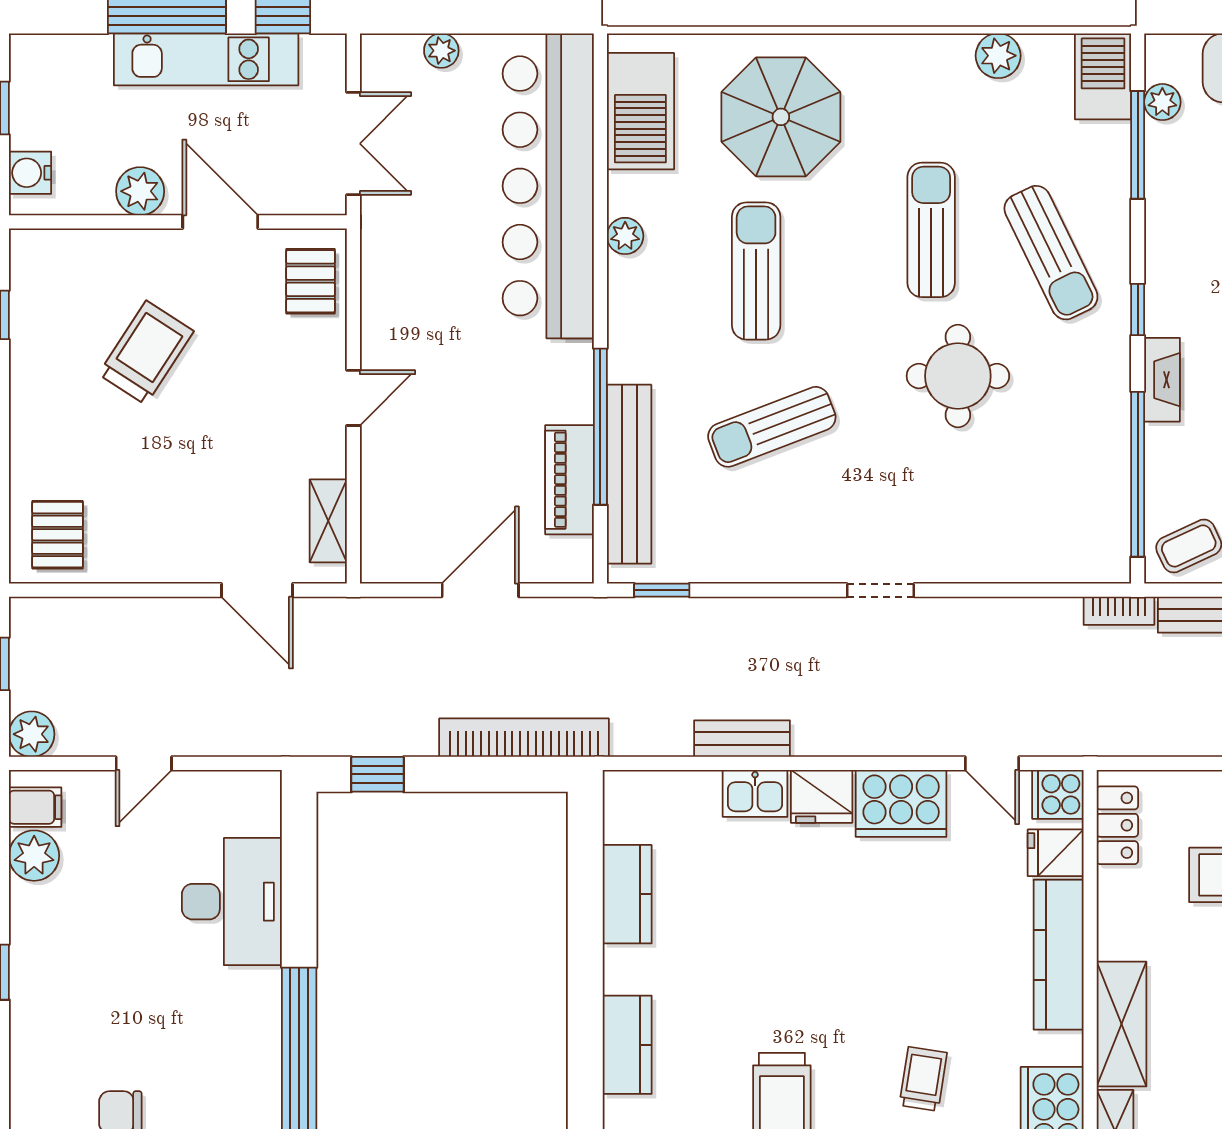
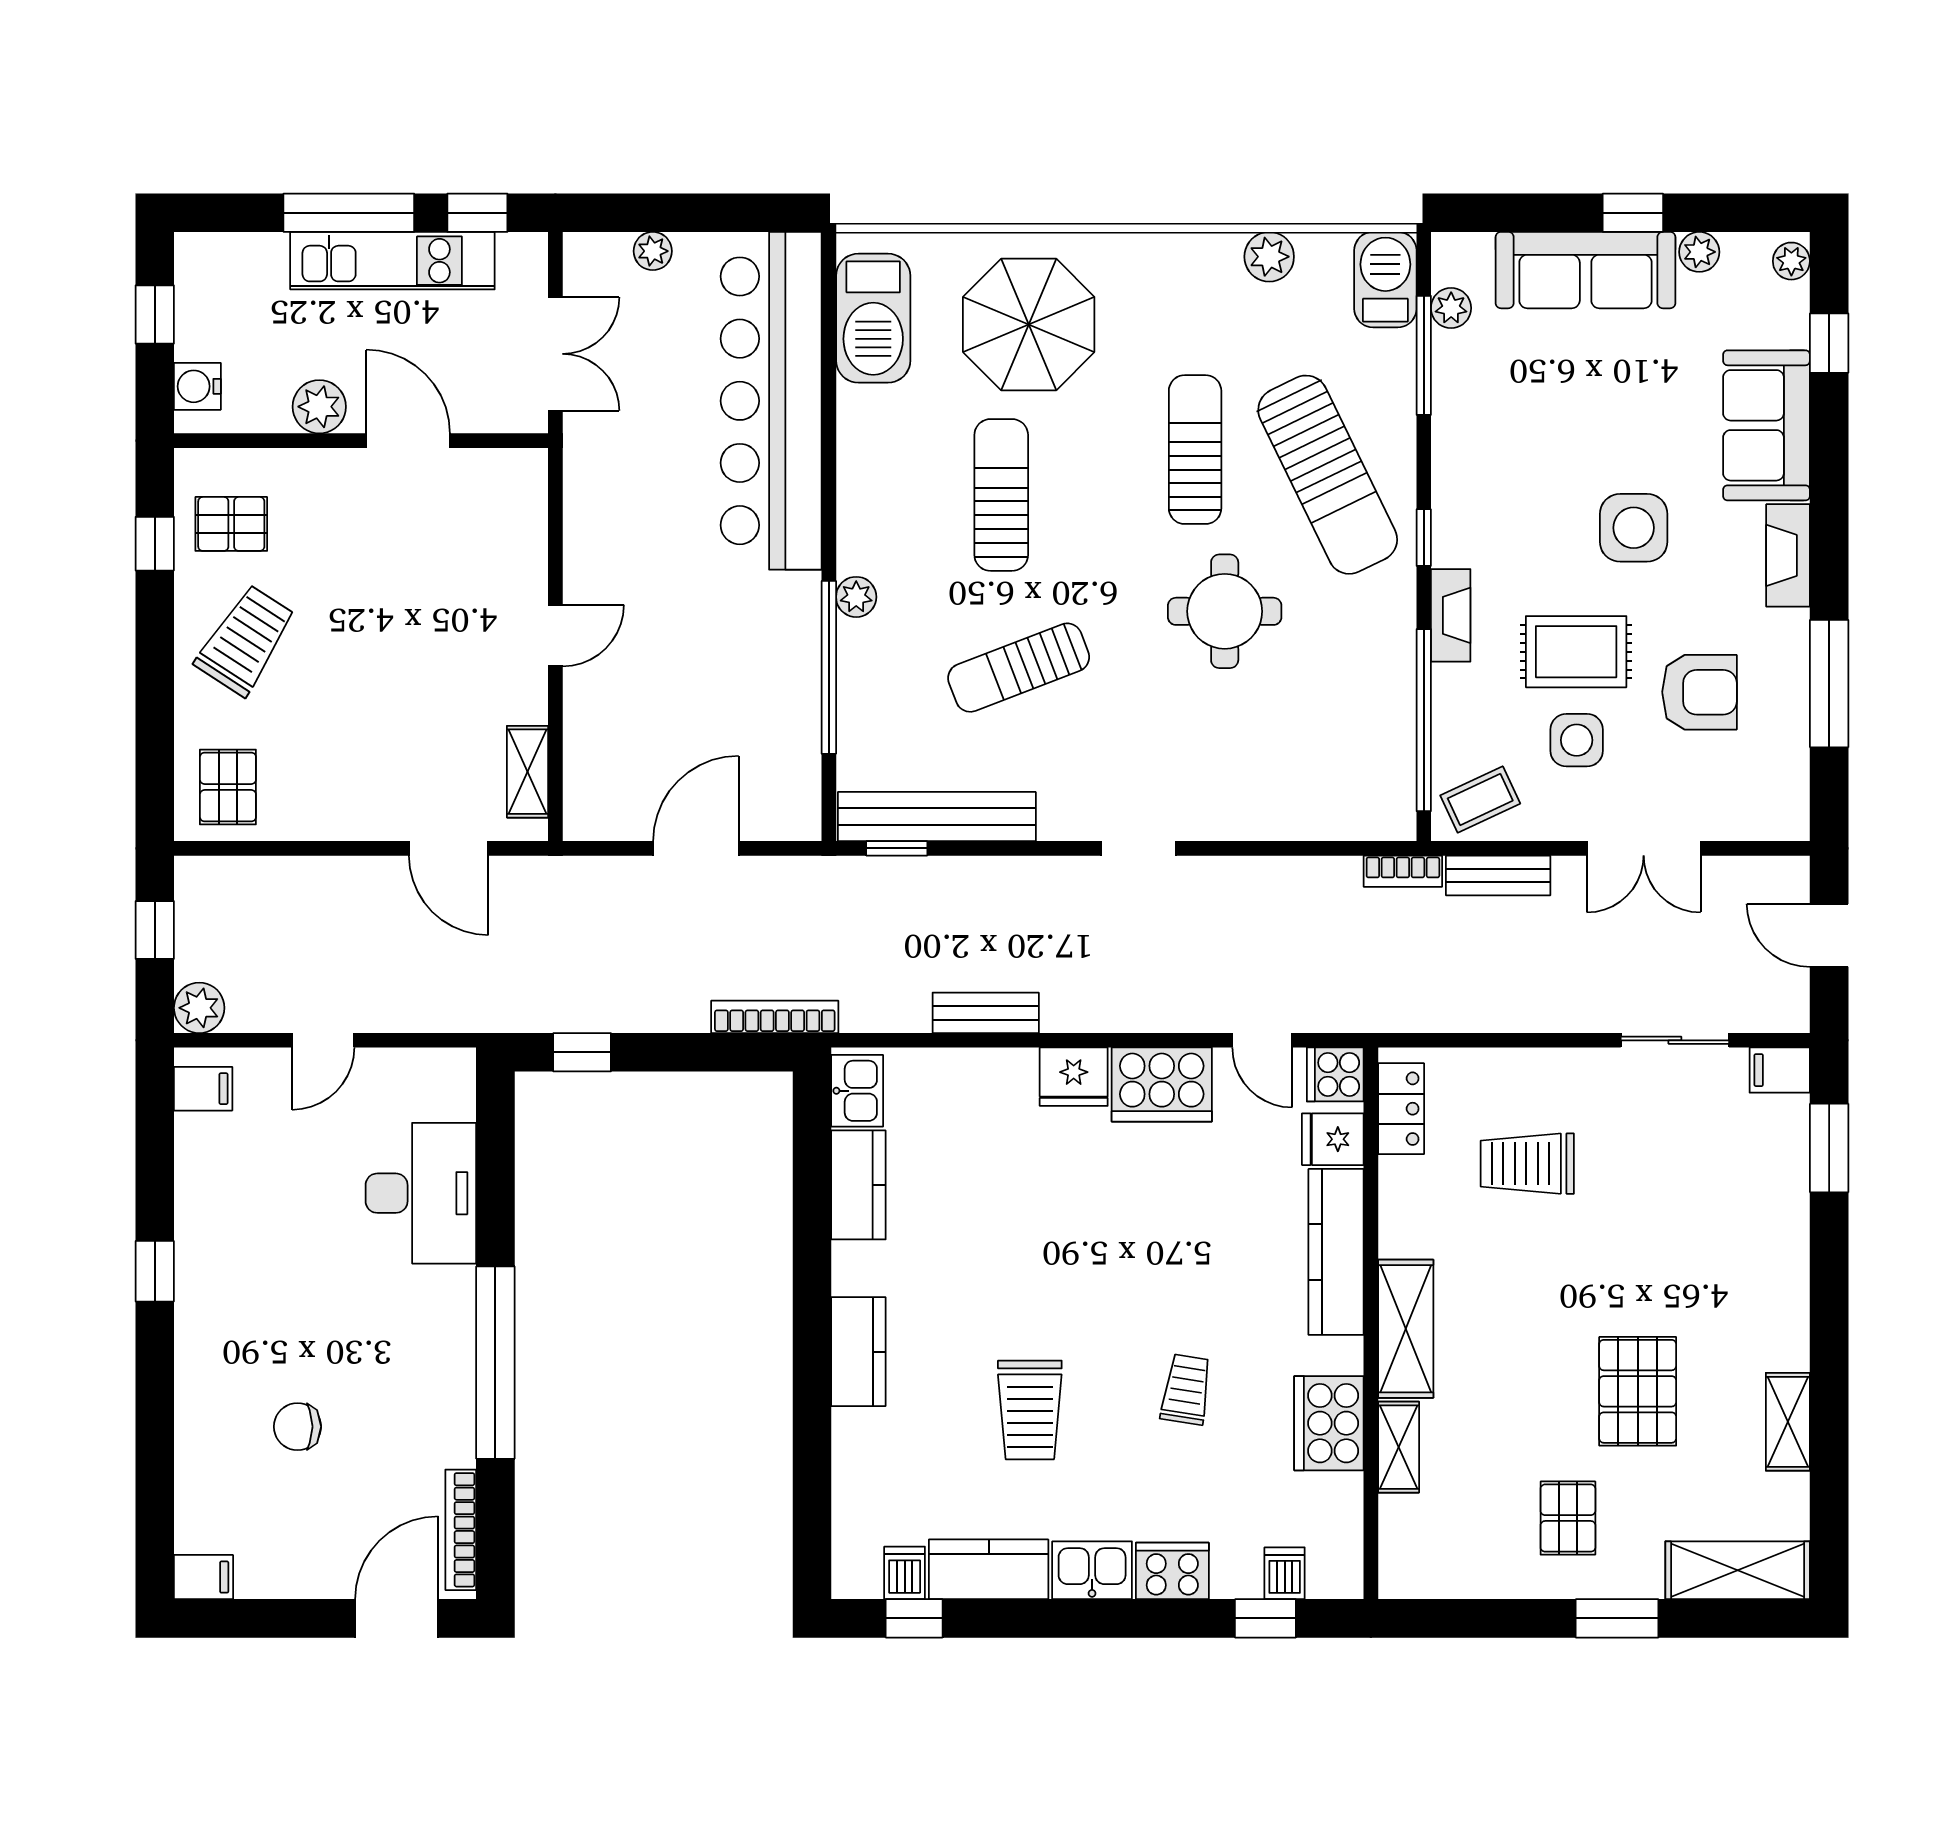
plant: (625, 236) -> (856, 597), moved
sun lounger: (1051, 253) -> (1328, 475), width x1.36, depth x1.34
pallet: (310, 281) -> (231, 524), moved, turned 90
trolley: (146, 353) -> (246, 640), moved
bench: (629, 474) -> (937, 817), moved, turned 90
piano: (569, 480) -> (795, 726), removed
bookcase: (524, 738) -> (775, 1017), width x0.68, depth x0.76
kitchen sink: (755, 793) -> (857, 1091), moved, turned -90
plant: (34, 856) -> (202, 1142), removed

